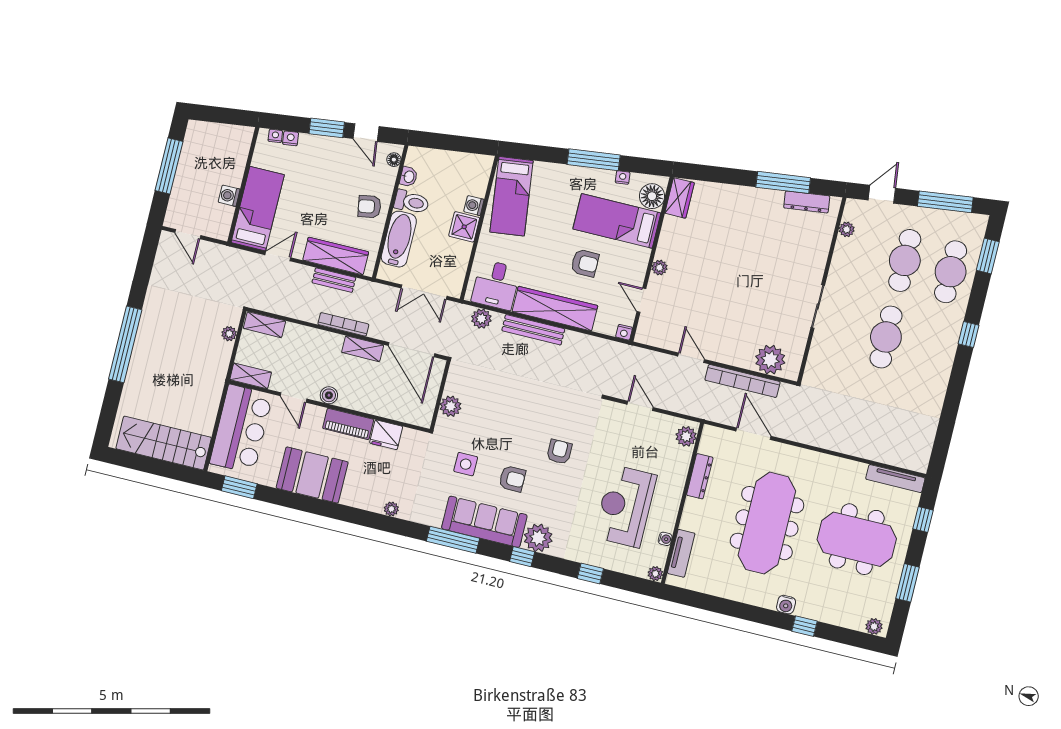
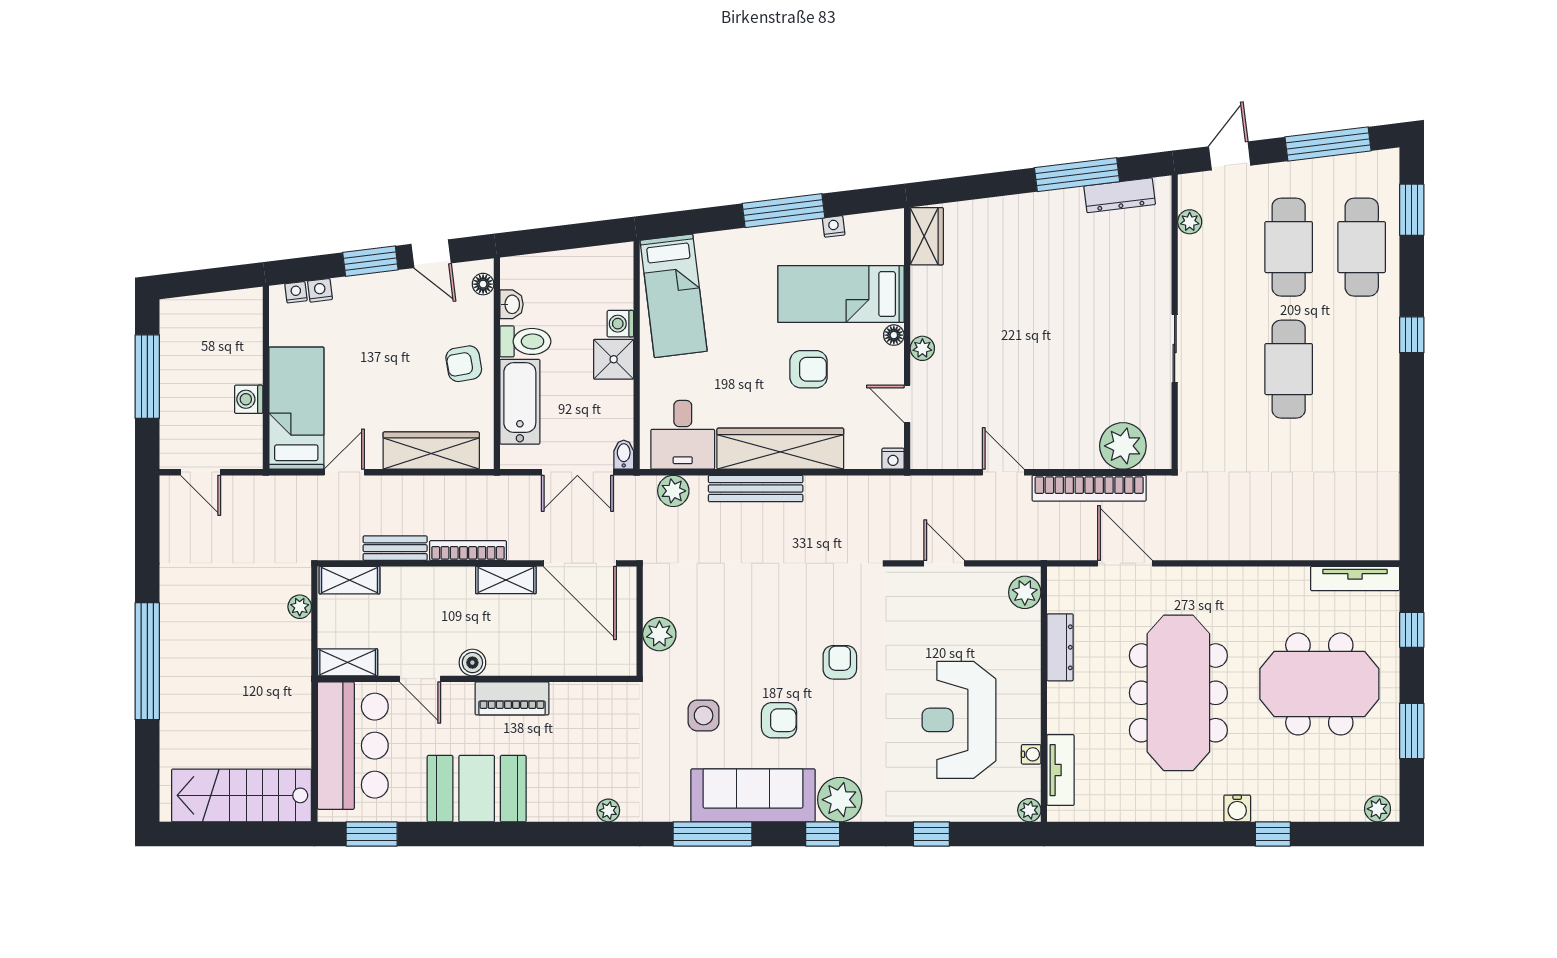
floor lamp: (652, 196) -> (894, 335), moved, width x0.53, depth x0.53
bench: (334, 280) -> (395, 548), moved
bidet: (456, 288) -> (624, 455), added
fridge: (386, 435) -> (573, 701), removed

